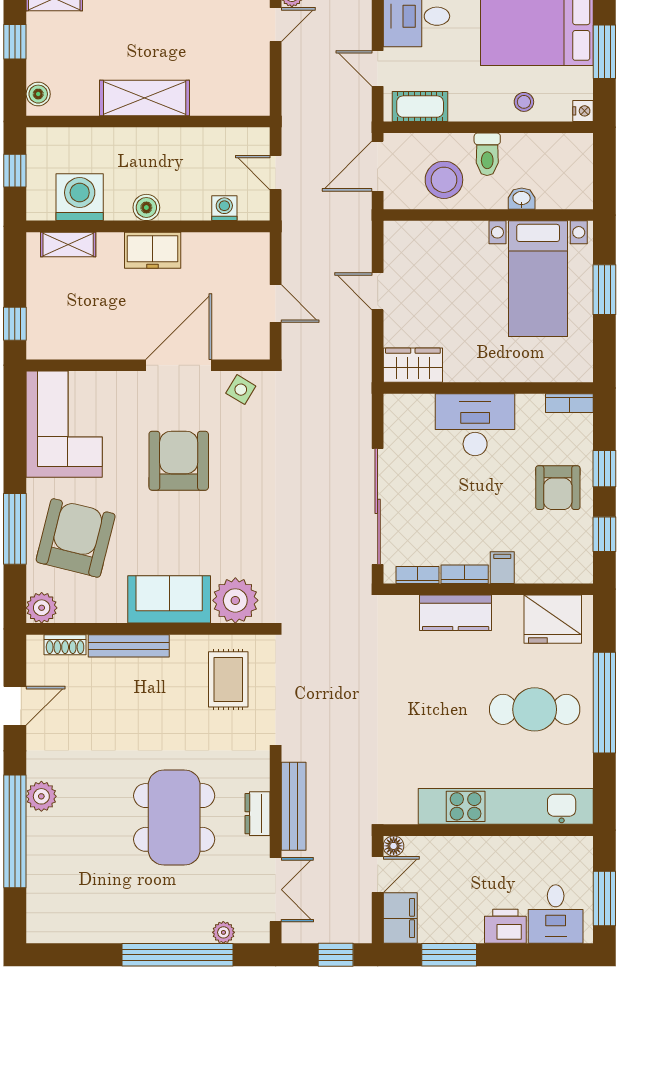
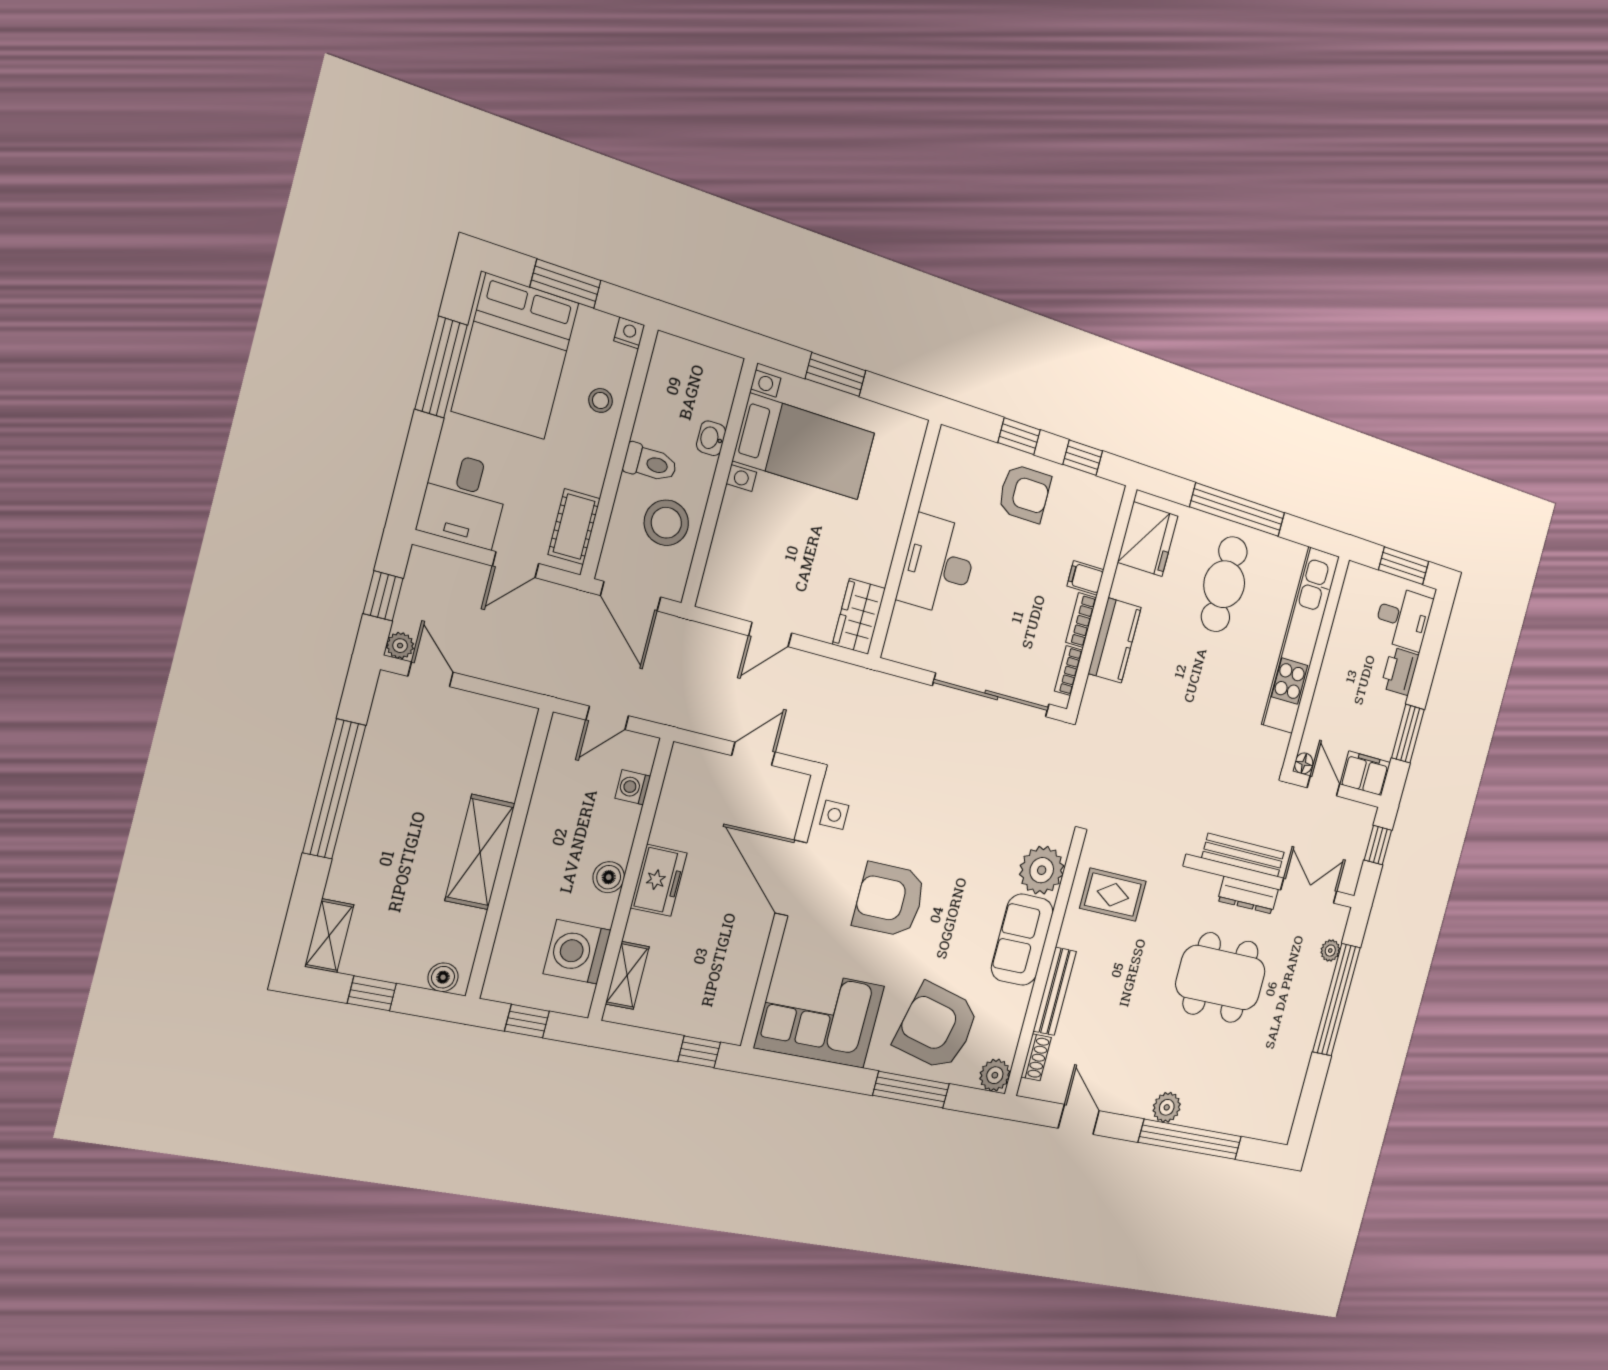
side table: (241, 390) -> (834, 815), turned -31
bookcase: (569, 403) -> (944, 453), removed
dresser: (258, 814) -> (1248, 895), width x1.44

